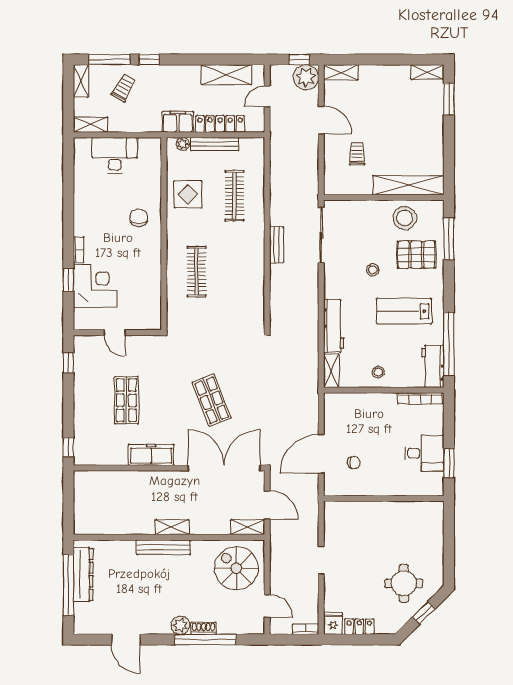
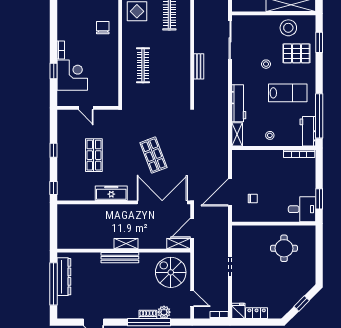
window: (449, 239) -> (319, 42), width x0.69
bench: (277, 245) -> (199, 66), moved
lab bench: (404, 311) -> (288, 93), turned 180
window: (68, 363) -> (54, 150), moved
desk: (424, 453) -> (302, 209), moved
door: (267, 505) -> (192, 228), swing flipped
round table: (404, 583) -> (284, 248), moved
plant: (180, 625) -> (164, 312), moved

